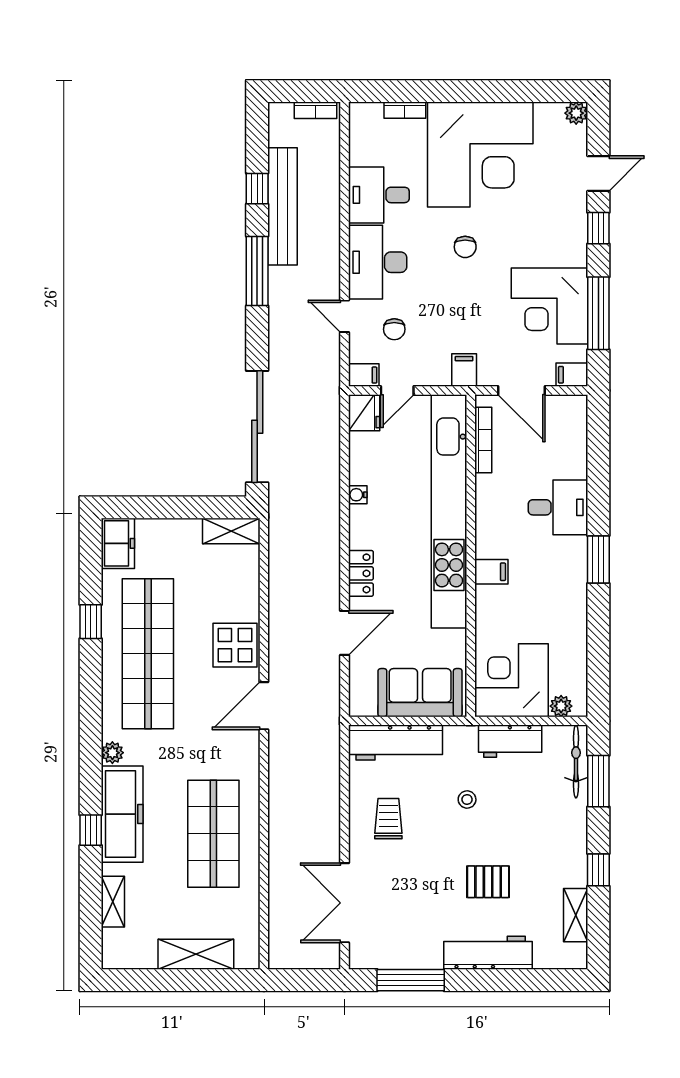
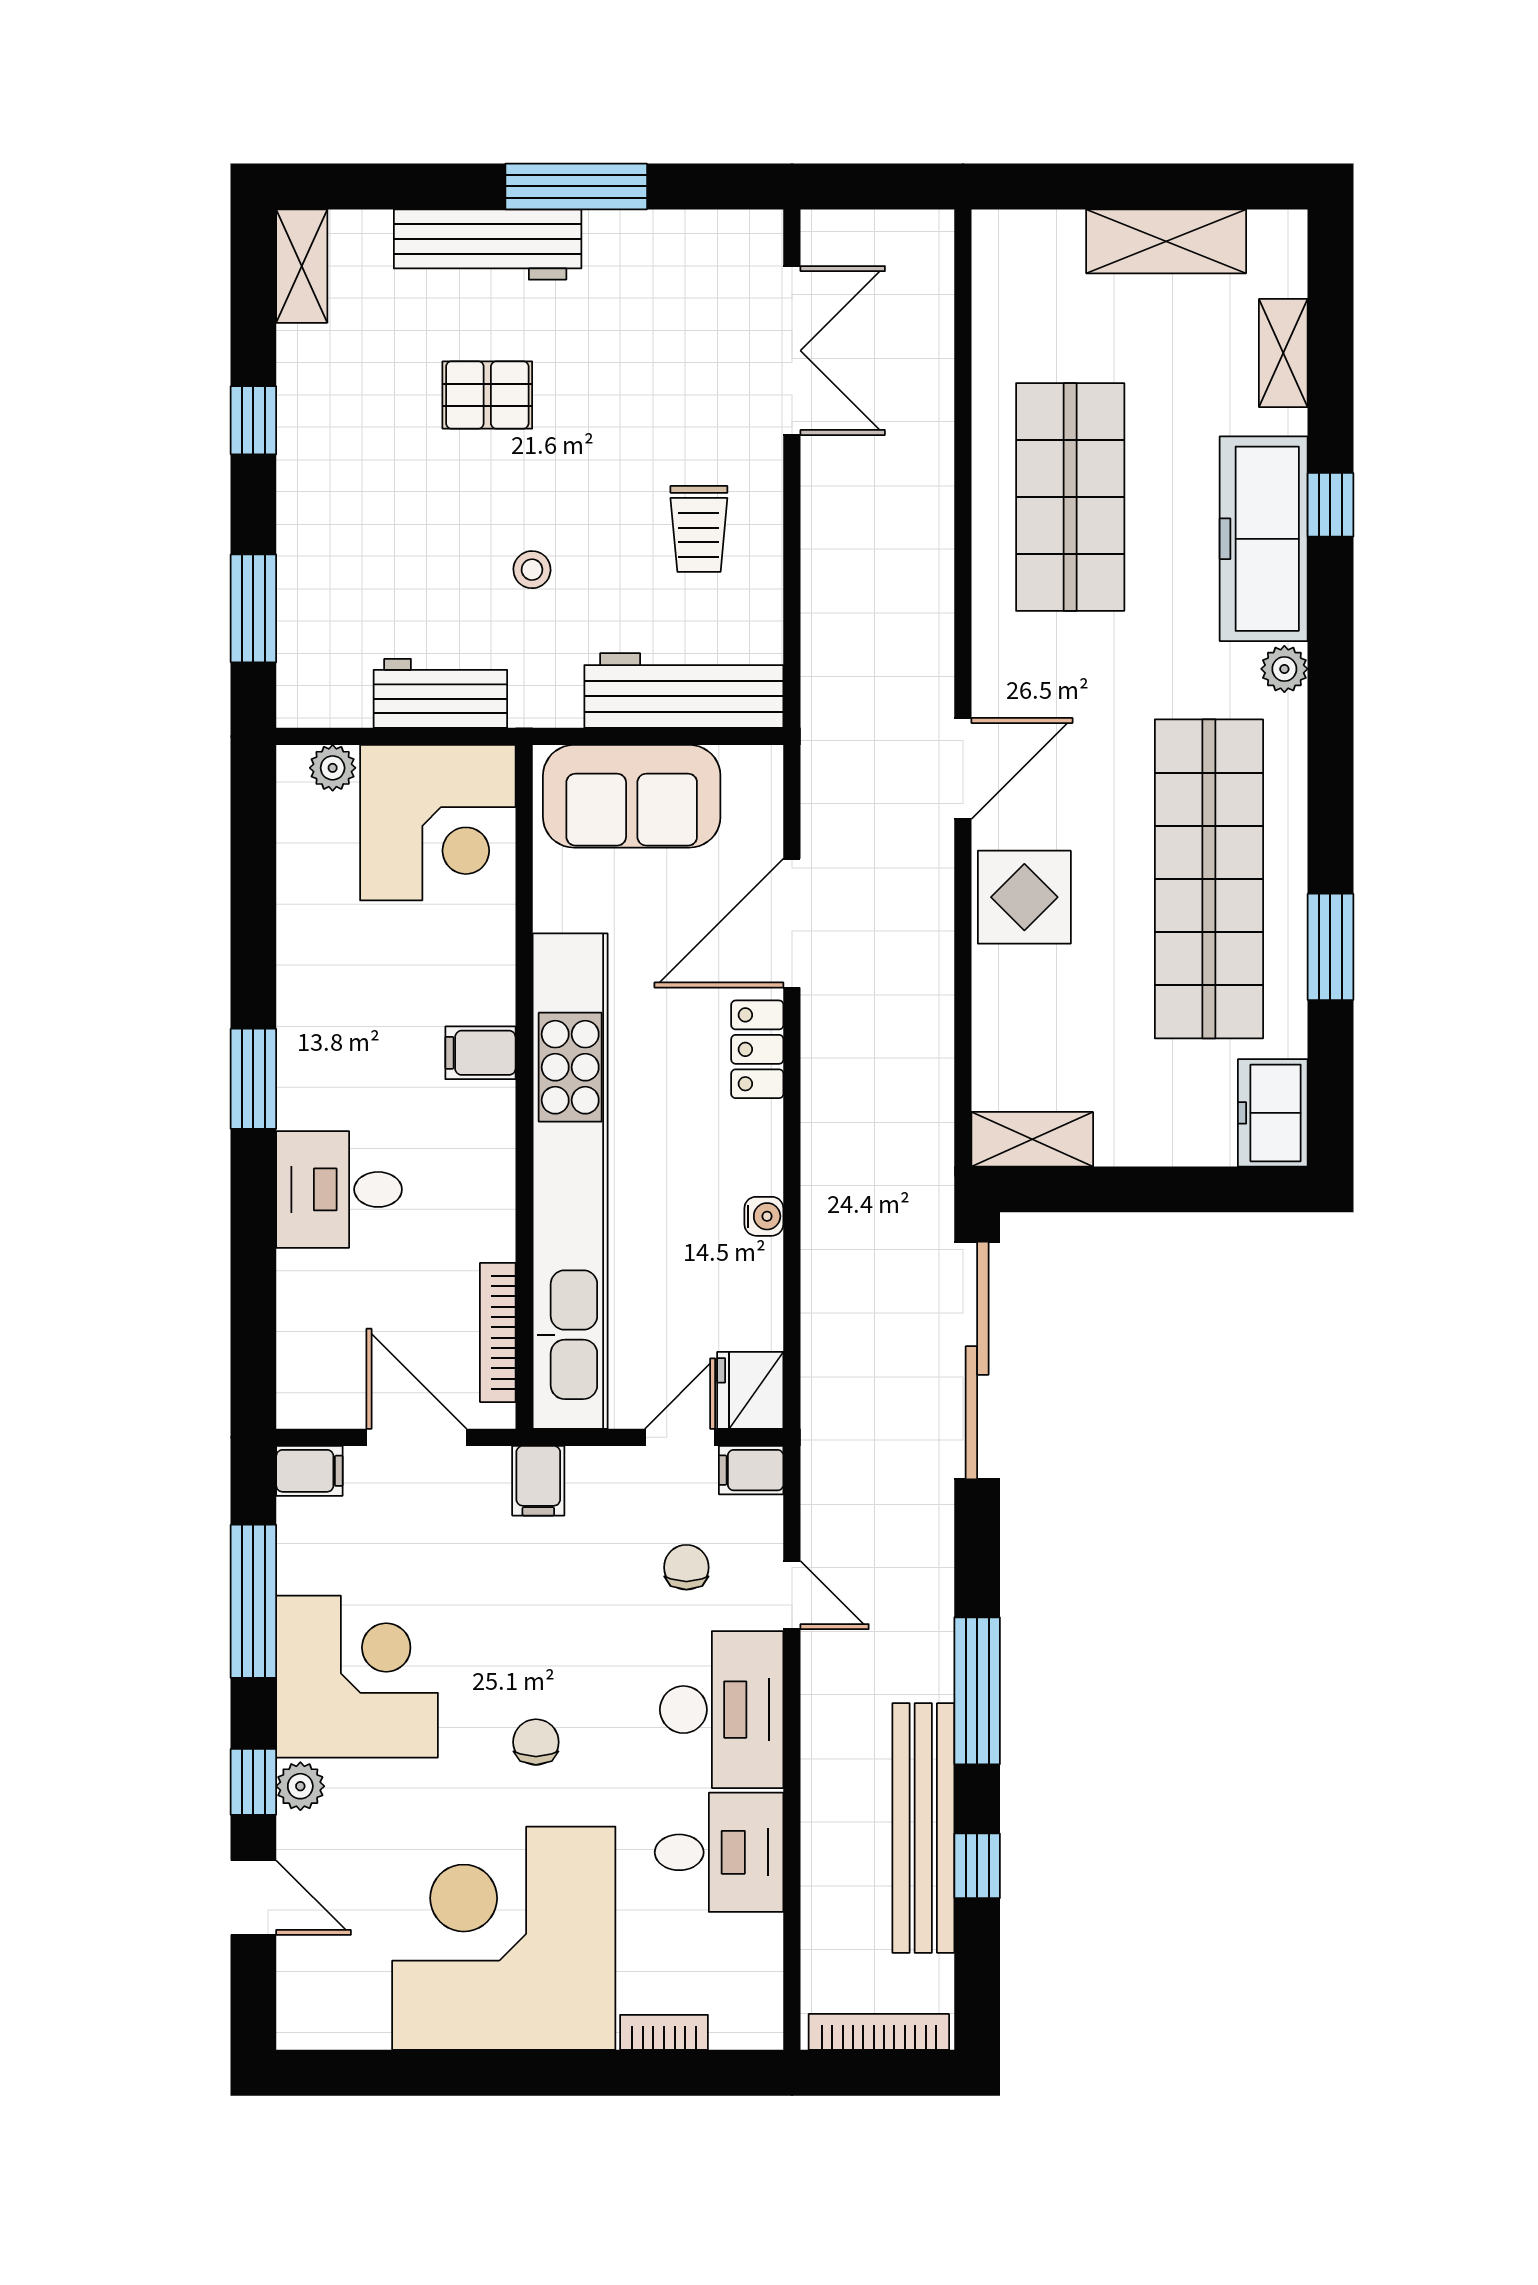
bookcase: (315, 110) -> (879, 2032), width x1.56
plant: (576, 113) -> (300, 1786), moved
door: (598, 174) -> (253, 1898), swing flipped
corner desk: (549, 306) -> (357, 1677), moved
window: (91, 622) -> (1330, 947), width x1.50
door: (345, 633) -> (792, 923), width x1.36
bicycle: (576, 761) -> (301, 650), removed
shelving: (576, 915) -> (302, 266), moved
shelving: (196, 954) -> (1166, 241), moved
window: (411, 980) -> (576, 186), moved

